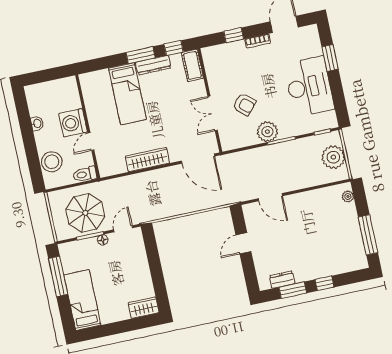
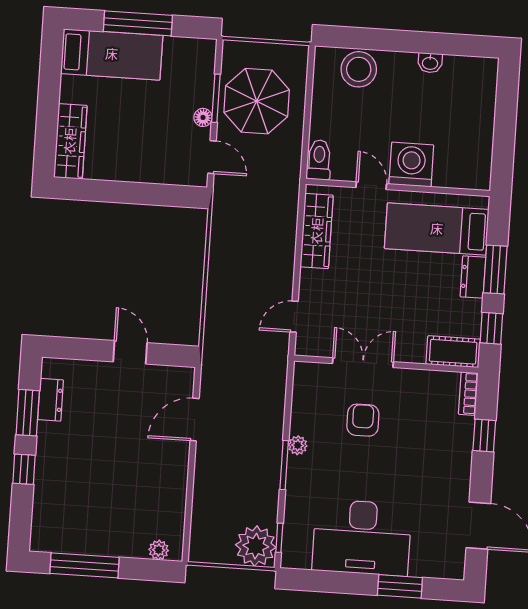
bookcase: (258, 41) -> (468, 394), moved
dresser: (153, 65) -> (473, 277), width x0.70
armchair: (244, 104) -> (363, 420), turned 139
washing machine: (73, 123) -> (411, 165), moved
wall: (88, 127) -> (398, 187), moved
plant: (267, 132) -> (298, 445), width x0.53, depth x0.53
door: (91, 142) -> (371, 186), moved
plant: (333, 157) -> (256, 546), moved
door: (198, 159) -> (294, 317), width x0.53
toilet: (85, 174) -> (319, 160), moved
window: (58, 276) -> (138, 23), moved
wardrobe: (144, 308) -> (70, 141), width x1.50

